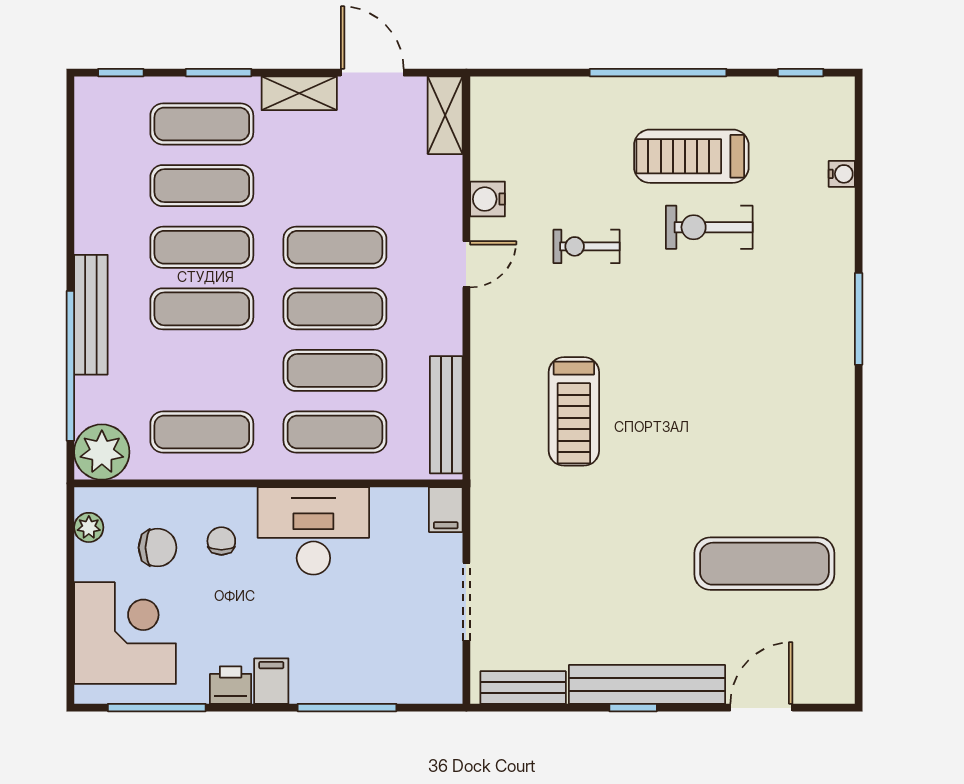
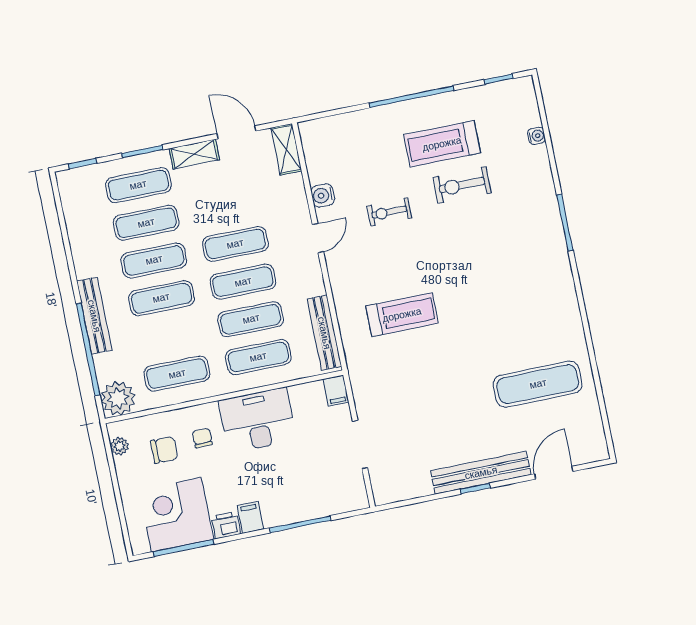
treadmill: (574, 411) -> (402, 315), turned -90
corner desk: (125, 633) -> (176, 515), moved, turned -90
bench: (523, 688) -> (405, 490), removed

